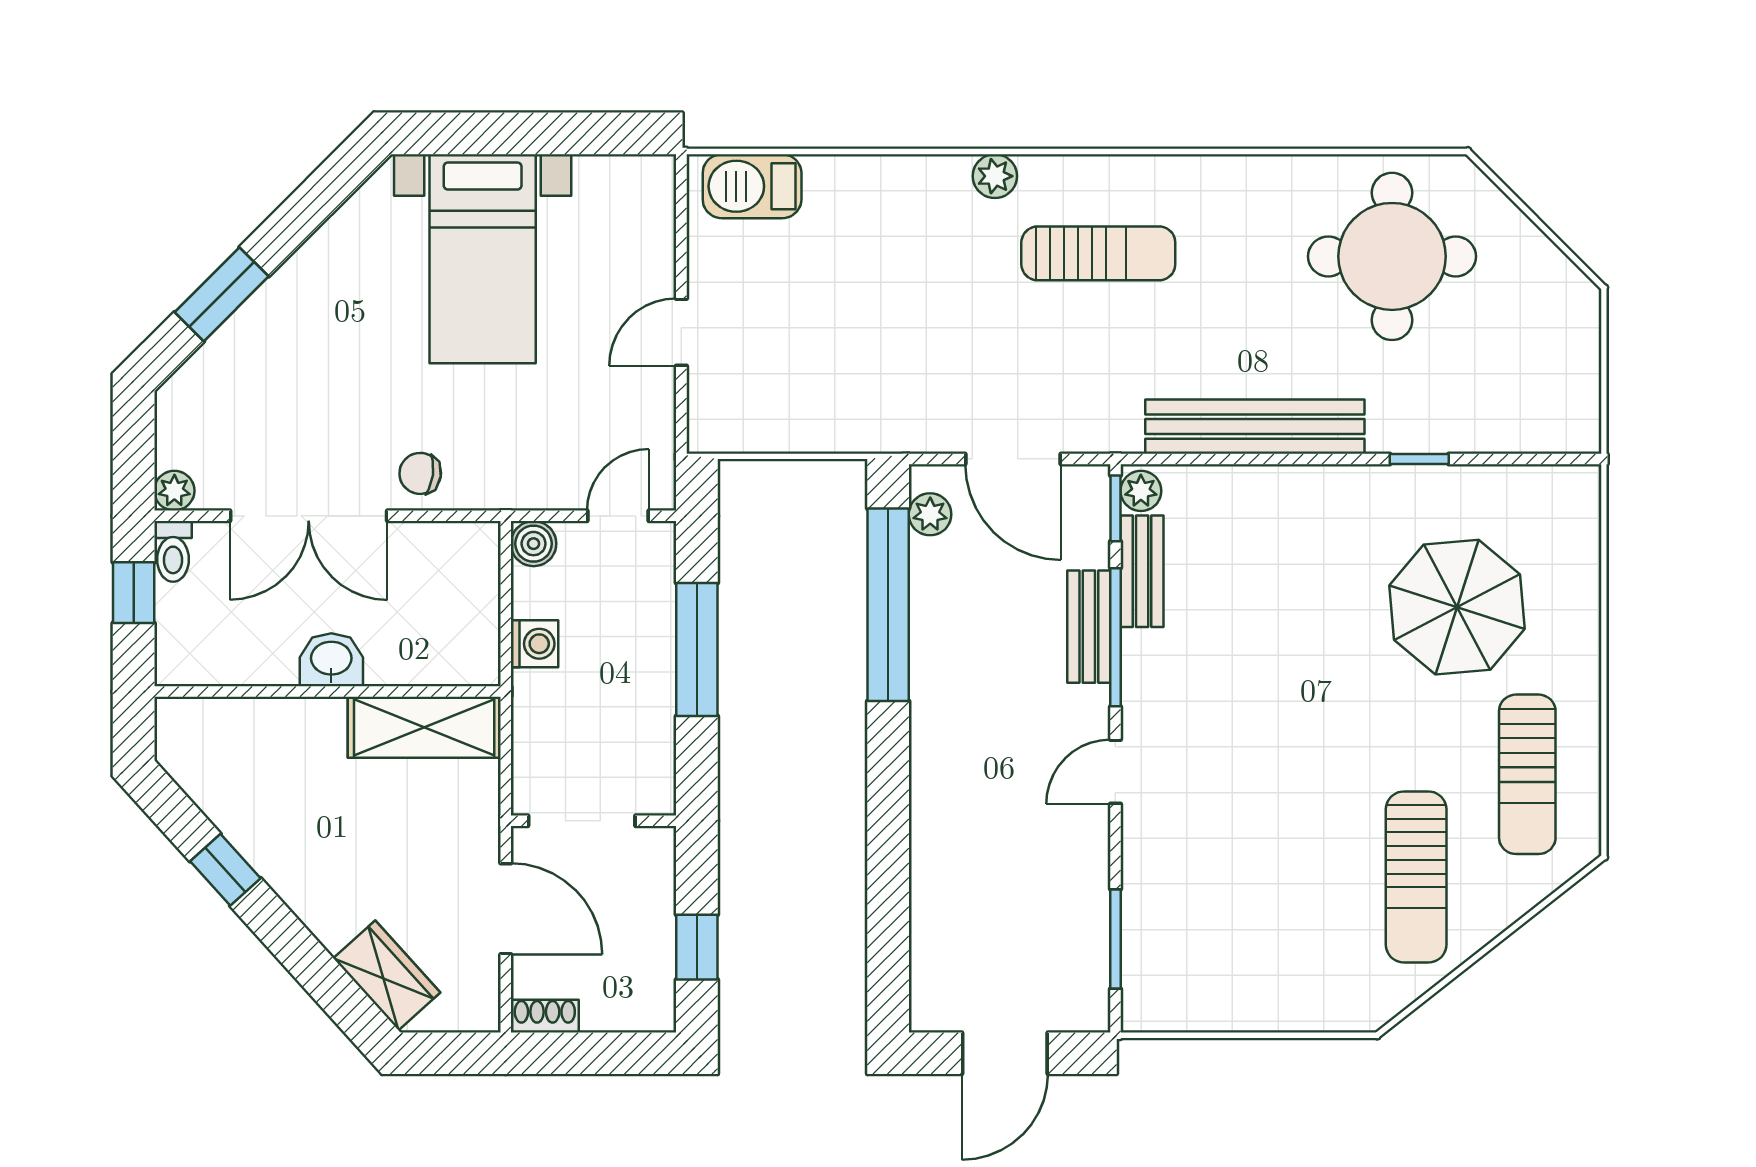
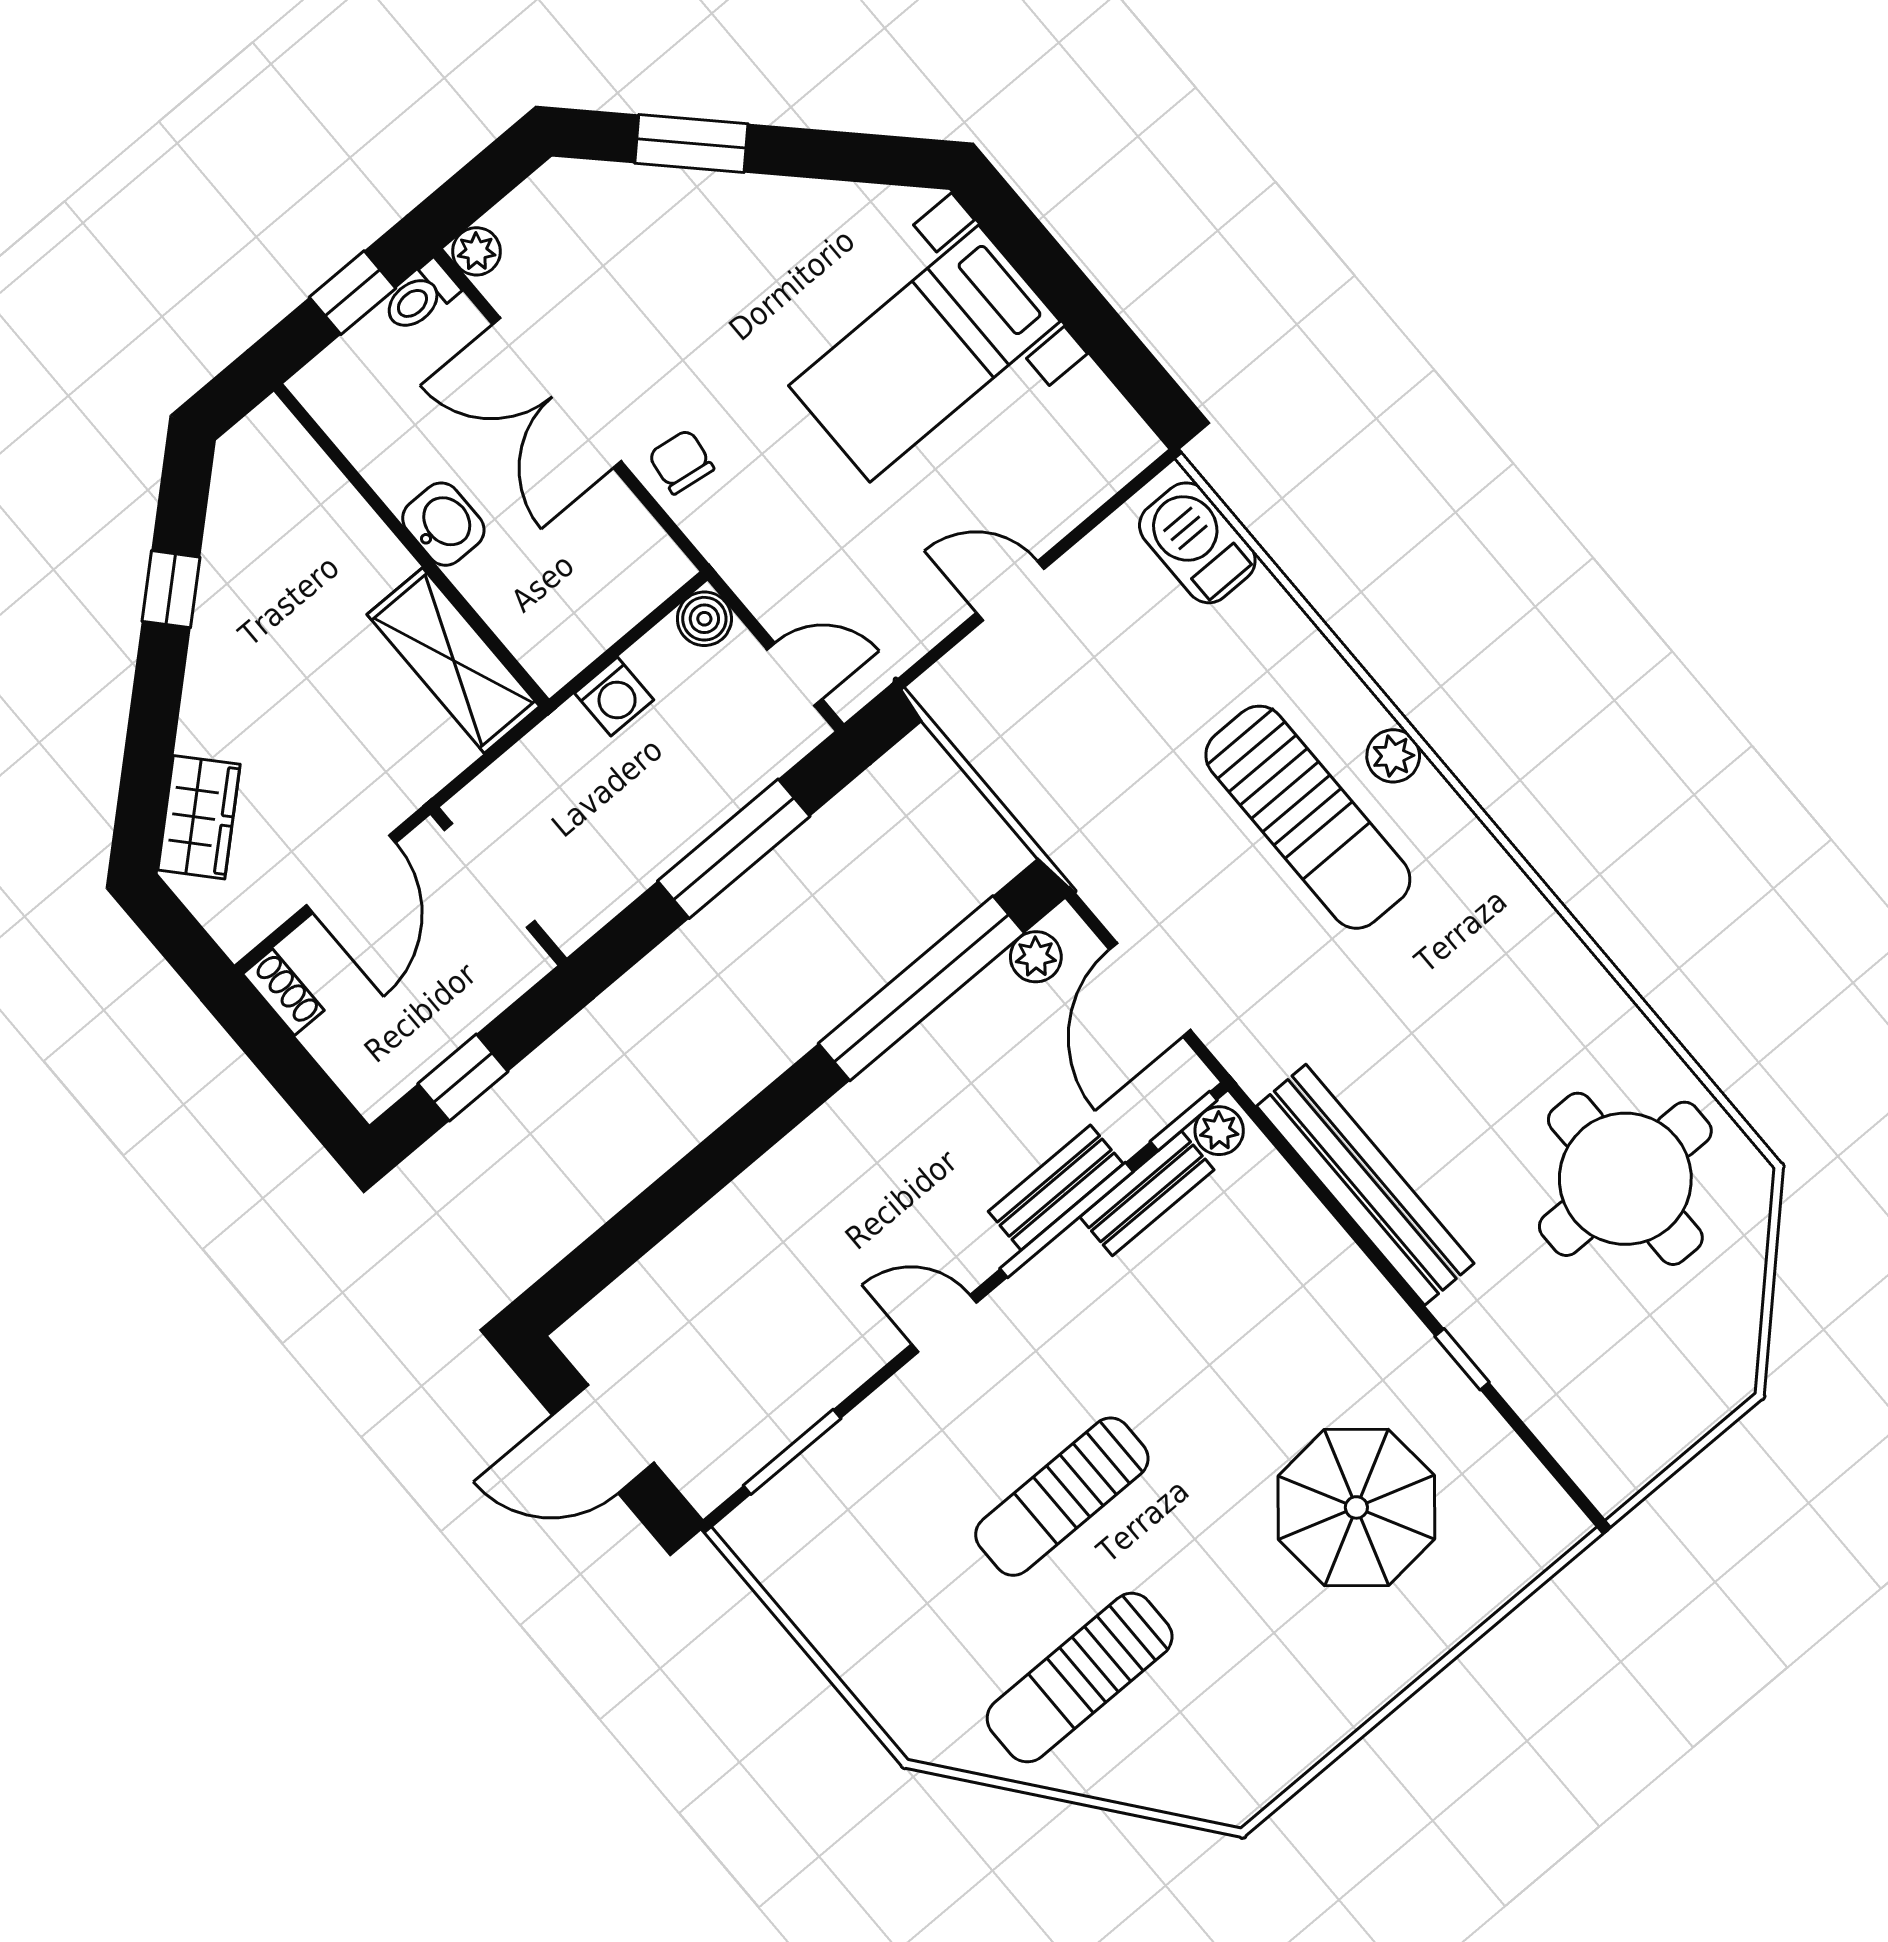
sun lounger: (1098, 253) -> (1308, 817), moved, width x1.36, depth x1.34
sun lounger: (1527, 774) -> (1062, 1497), moved

